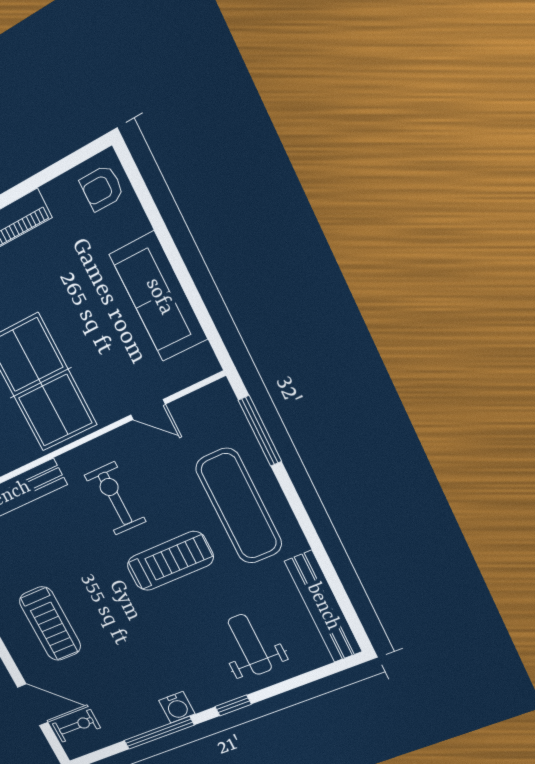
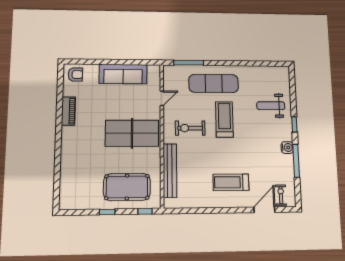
armchair: (102, 188) -> (75, 74), turned -90
bench: (323, 607) -> (266, 72), removed
treadmill: (50, 624) -> (231, 182), turned 180

